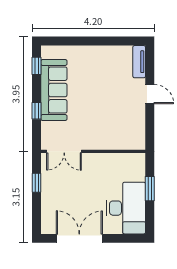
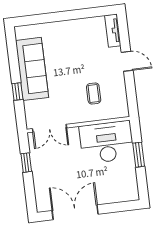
window: (37, 66) -> (12, 47), removed
coffee table: (112, 122) -> (94, 93), added
desk: (126, 208) -> (107, 142), moved, turned -90

